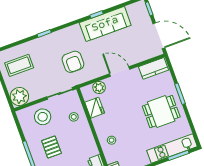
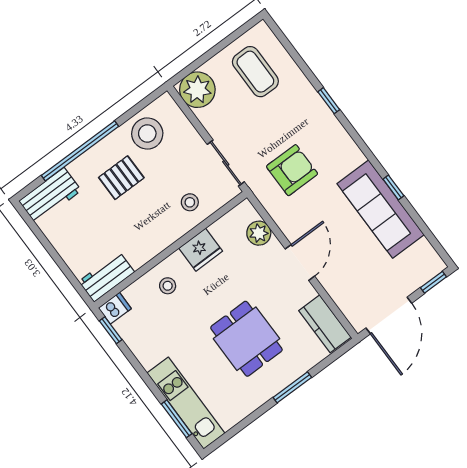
armchair: (73, 62) -> (292, 170), turned 180
fridge: (95, 108) -> (201, 250), moved
dining table: (161, 112) -> (246, 339), moved
stool: (43, 117) -> (147, 134), moved

